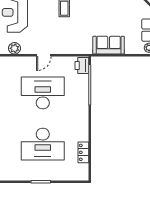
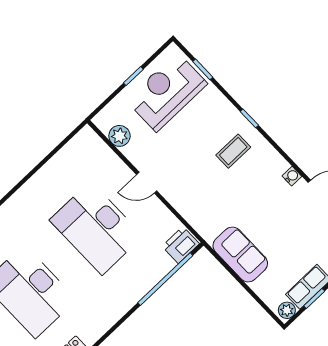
desk: (43, 93) -> (96, 228), turned 180

